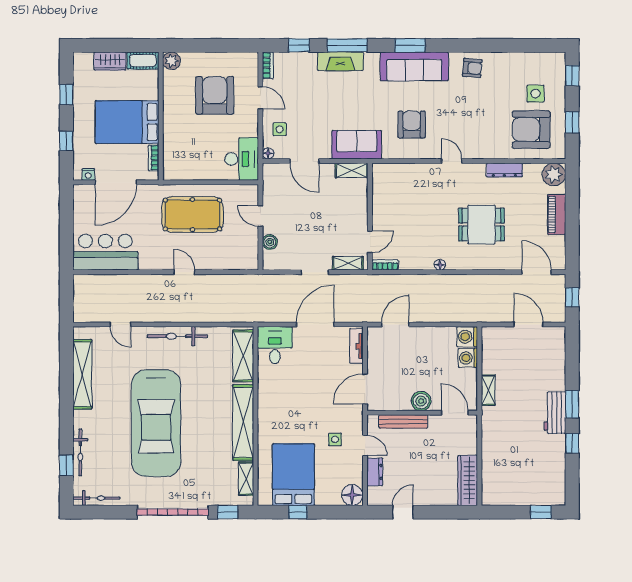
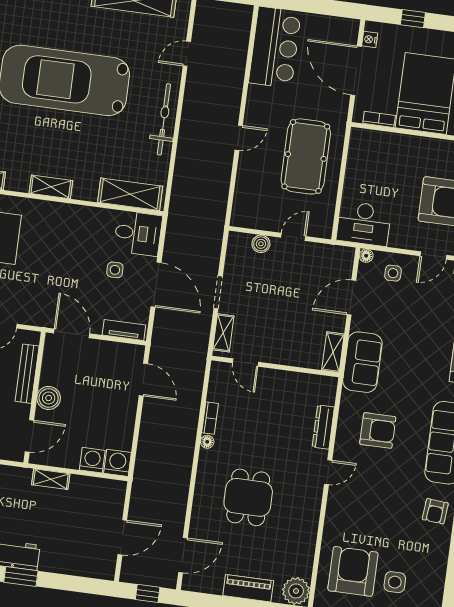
dresser: (504, 170) -> (323, 427), moved
bookcase: (385, 265) -> (210, 418), moved
shelving: (243, 422) -> (51, 187), width x0.45, depth x0.75
side table: (335, 439) -> (115, 270), moved

